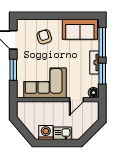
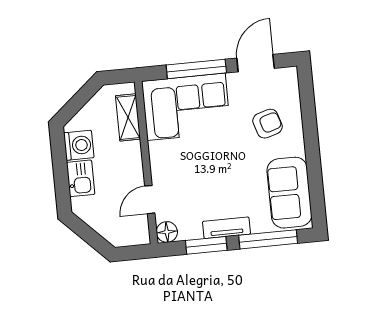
window: (13, 70) -> (196, 69), width x1.44
corner sofa: (45, 83) -> (186, 107), moved, turned 90
door: (76, 100) -> (150, 200), hinge flipped
shelving: (34, 106) -> (128, 117), added

